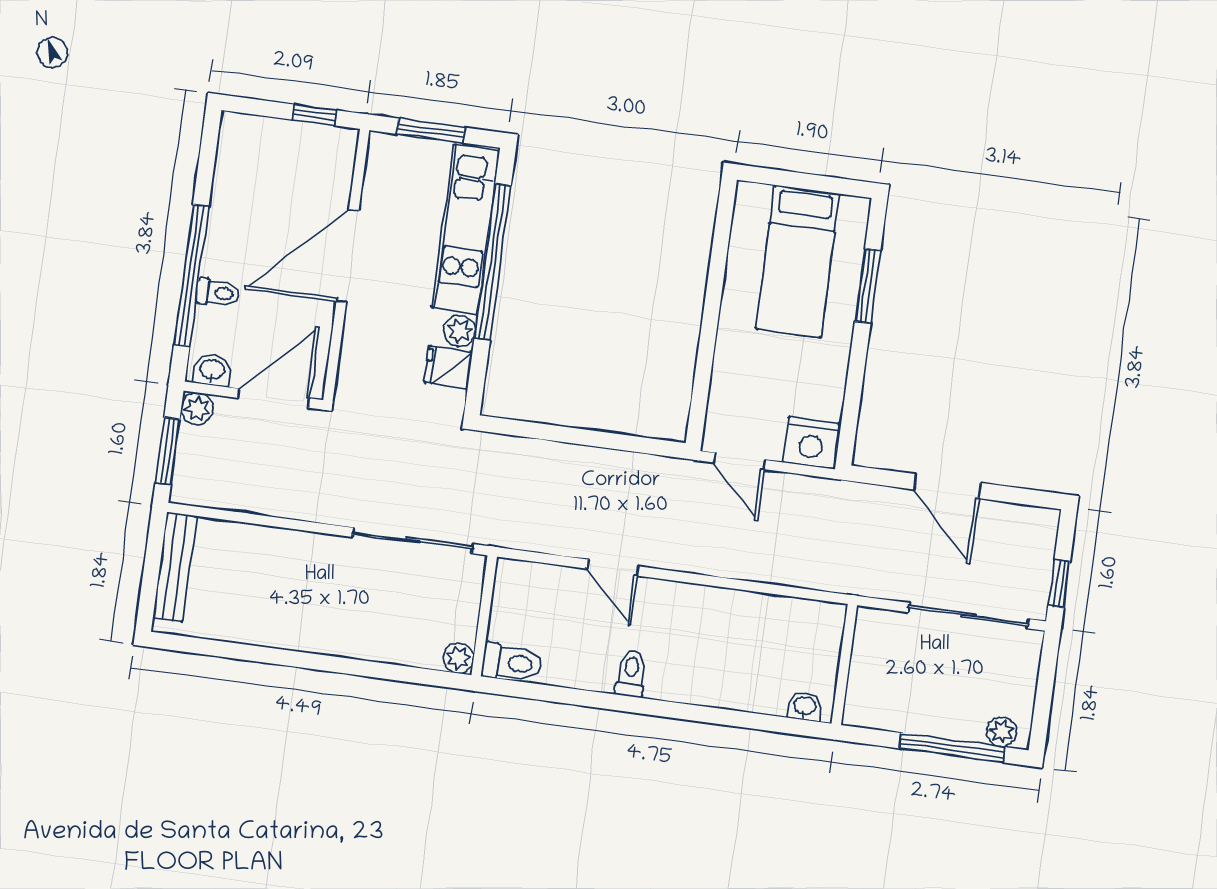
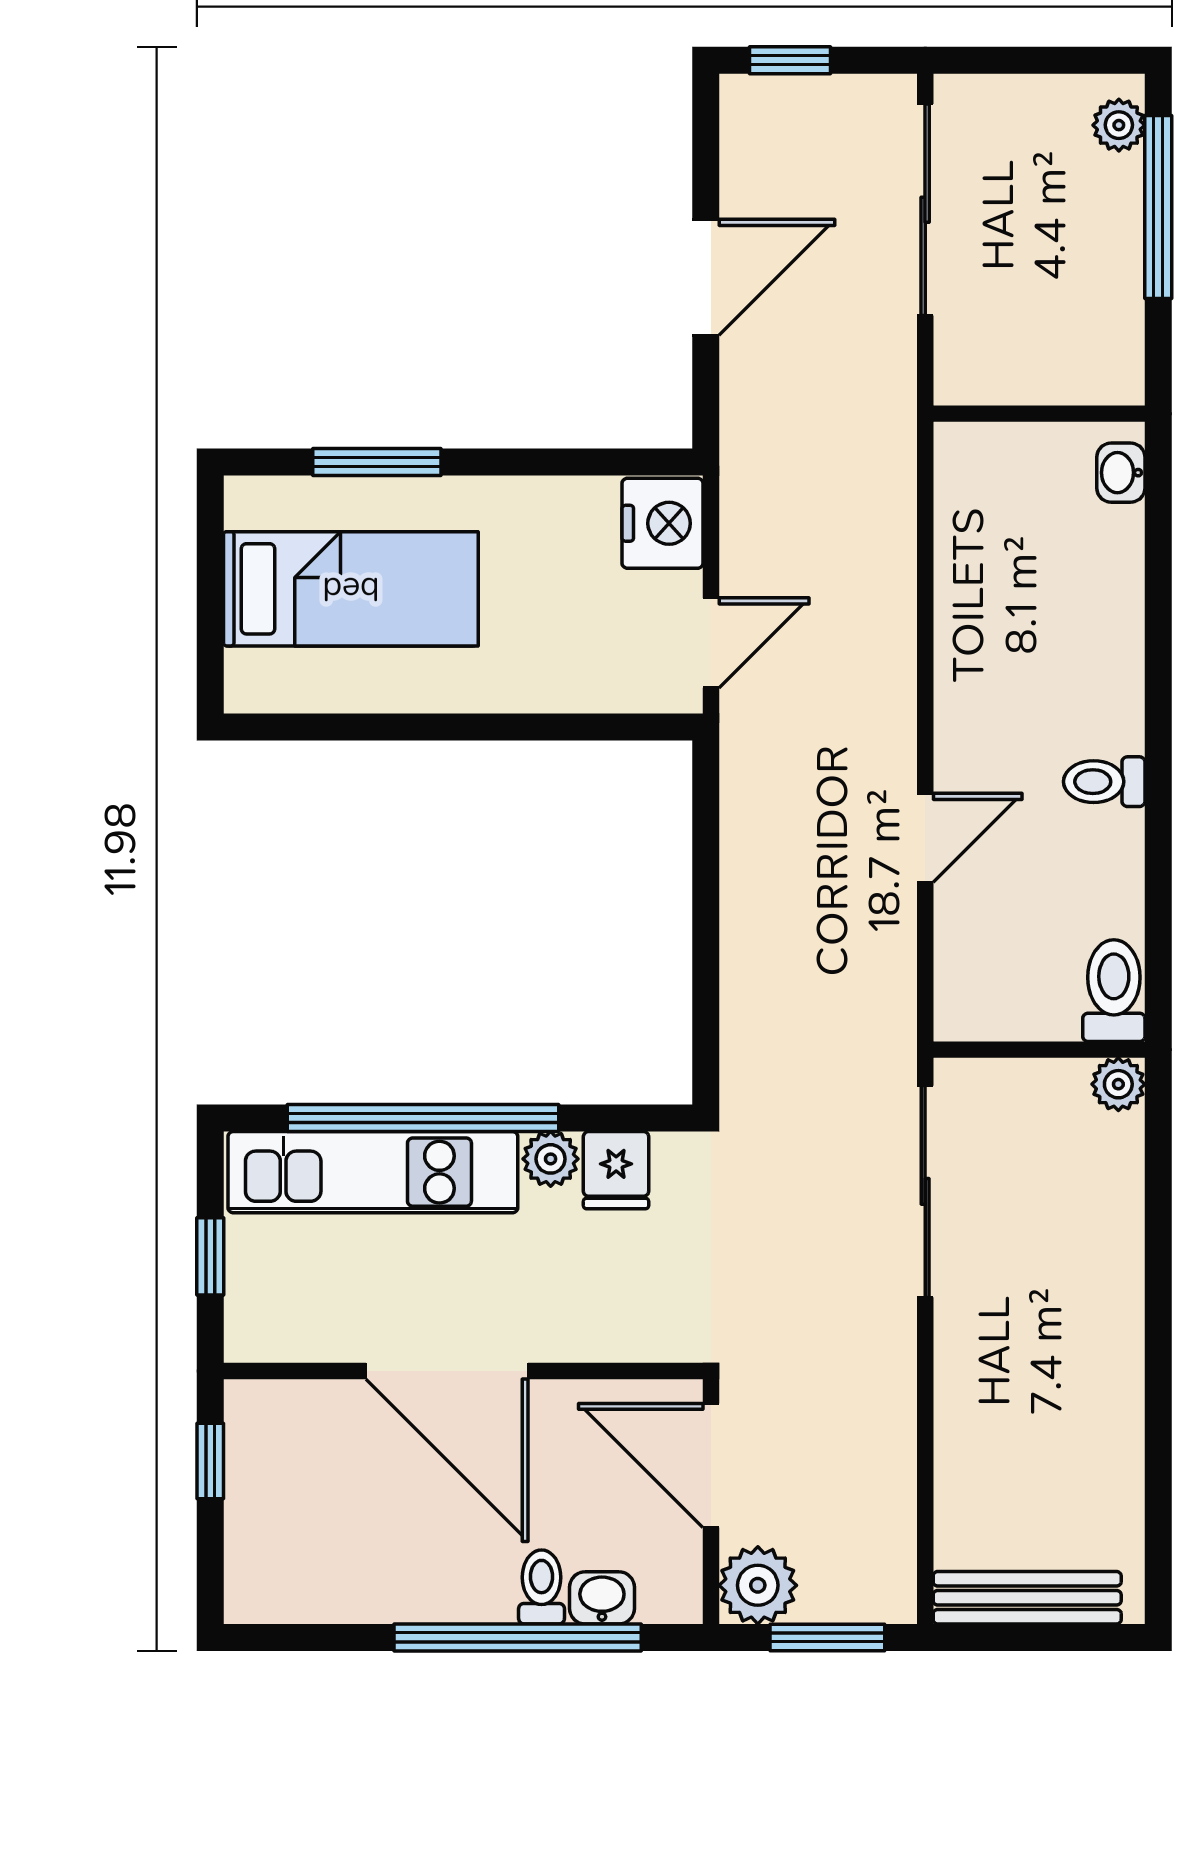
window: (431, 131) -> (210, 1256), width x0.67
washbasin: (212, 370) -> (602, 1598), moved, turned 90
plant: (197, 409) -> (758, 1585), width x1.38, depth x1.38
window: (1059, 583) -> (790, 60), moved

